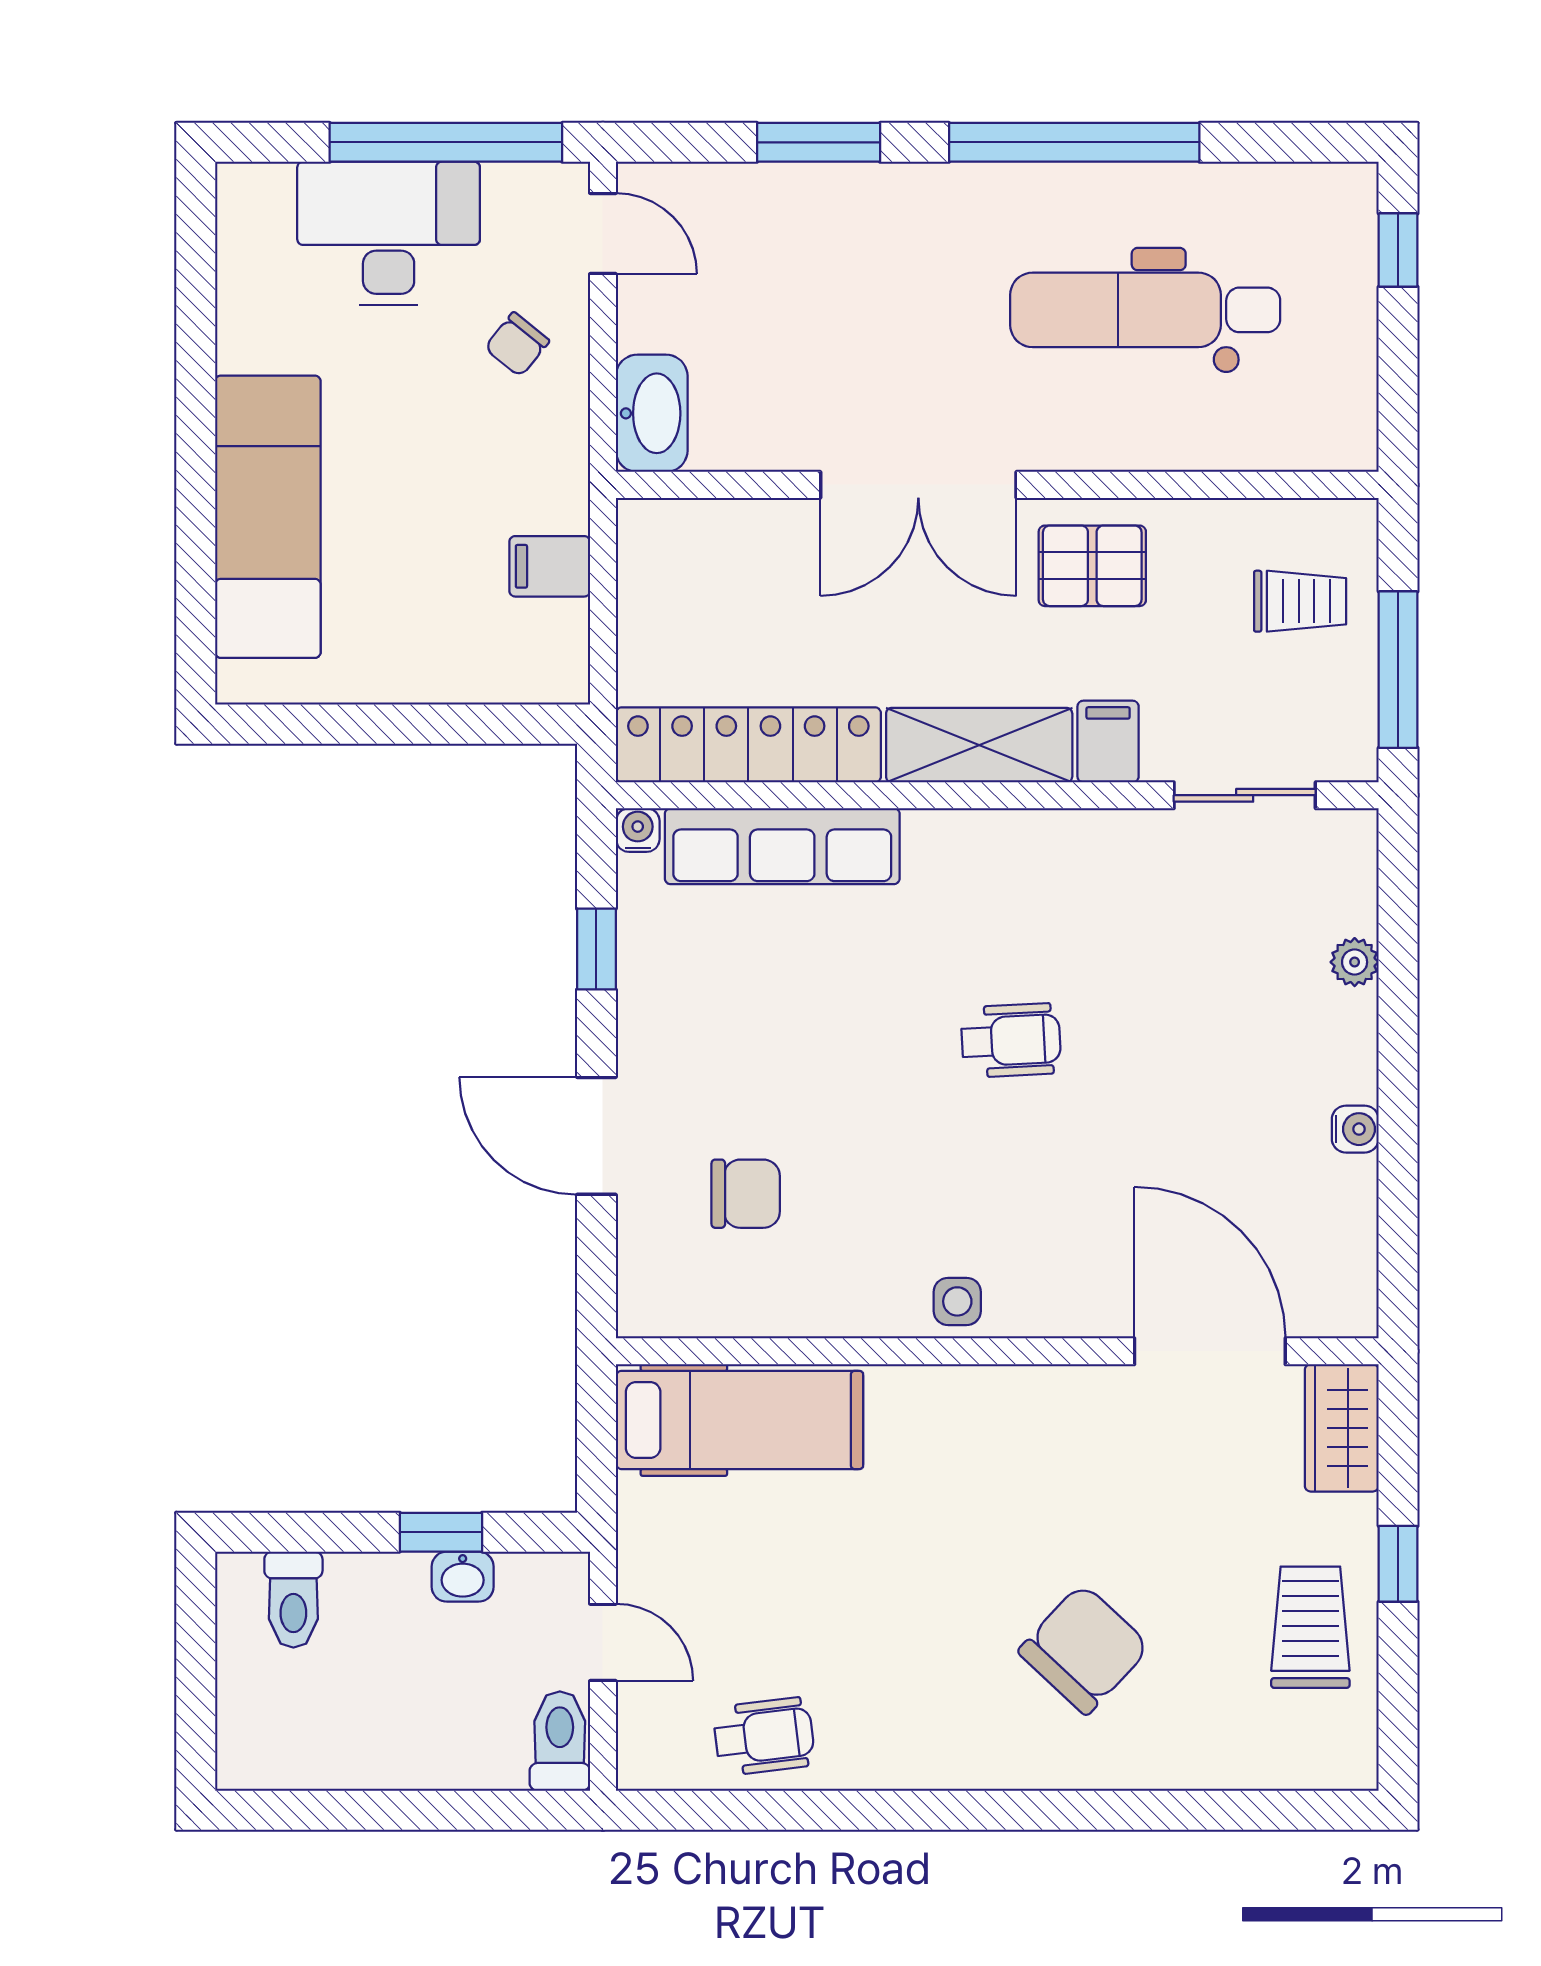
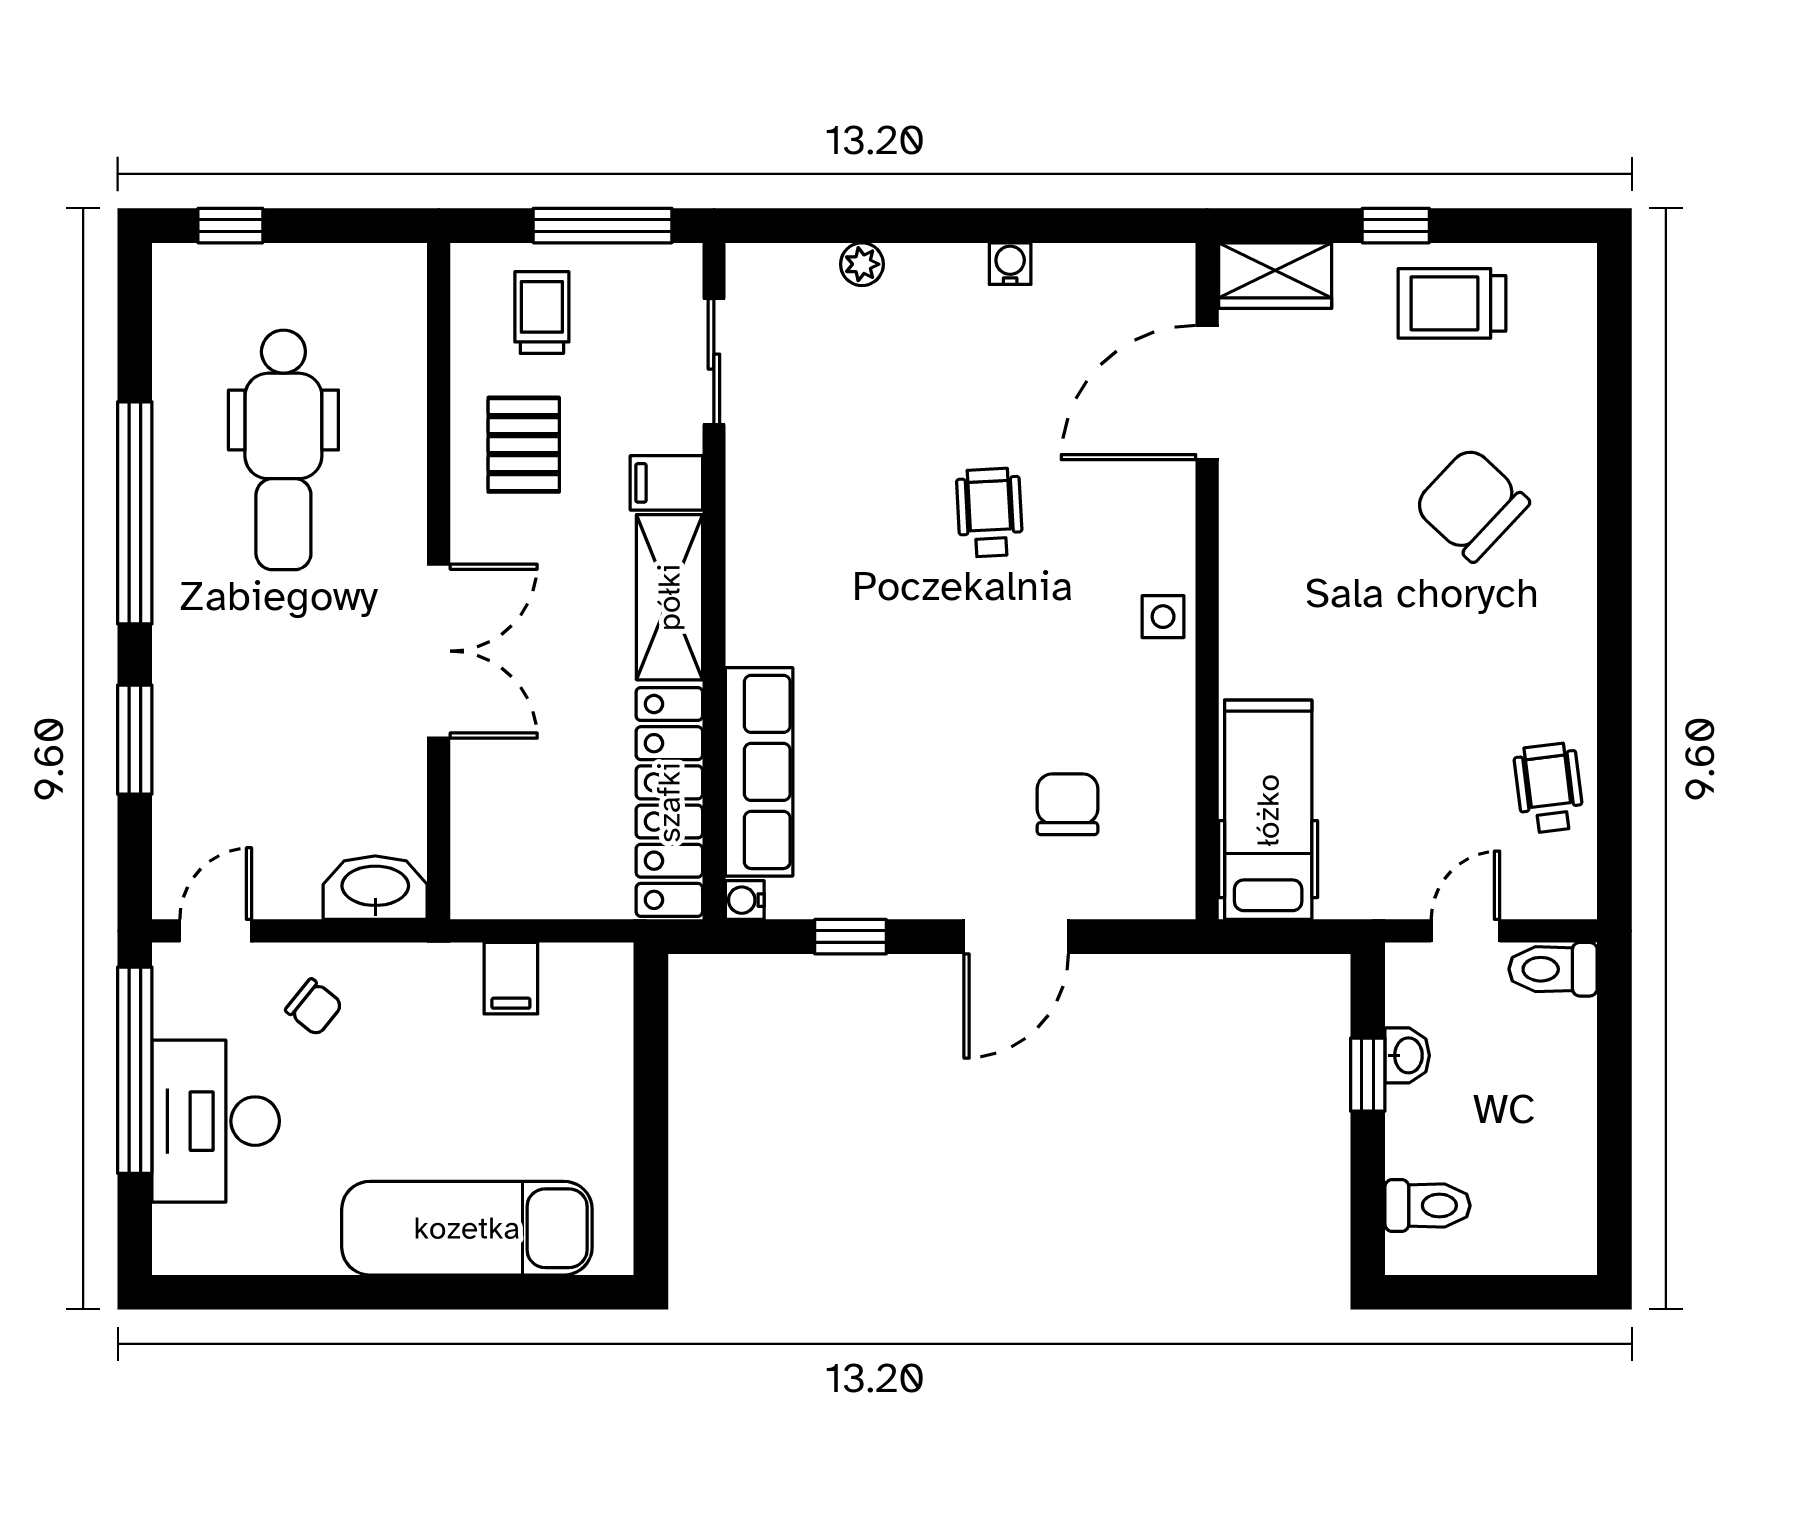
pallet: (1092, 566) -> (524, 445), moved
wheelchair: (1011, 1040) -> (990, 513), moved

